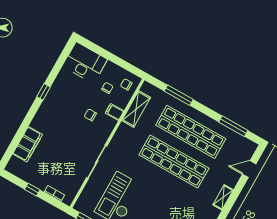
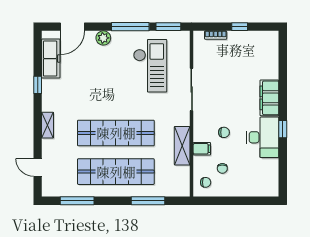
desk: (85, 63) -> (263, 137), moved, turned -90
shelving: (136, 109) -> (182, 146), moved
filing cabinet: (28, 144) -> (269, 98), moved
door: (249, 169) -> (38, 168), swing flipped

